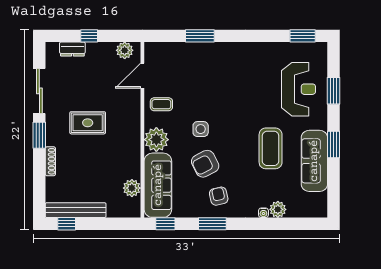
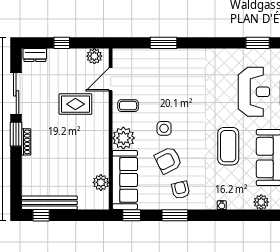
dresser: (72, 49) -> (35, 55), moved
rug: (88, 123) -> (75, 104), moved
shoe rack: (50, 161) -> (26, 142), moved
plant: (278, 209) -> (261, 202), moved

